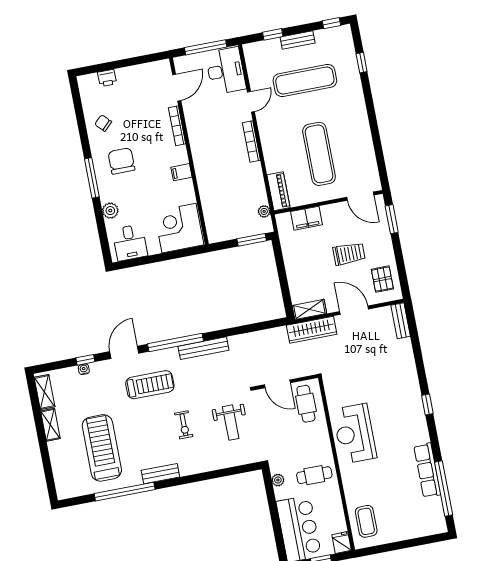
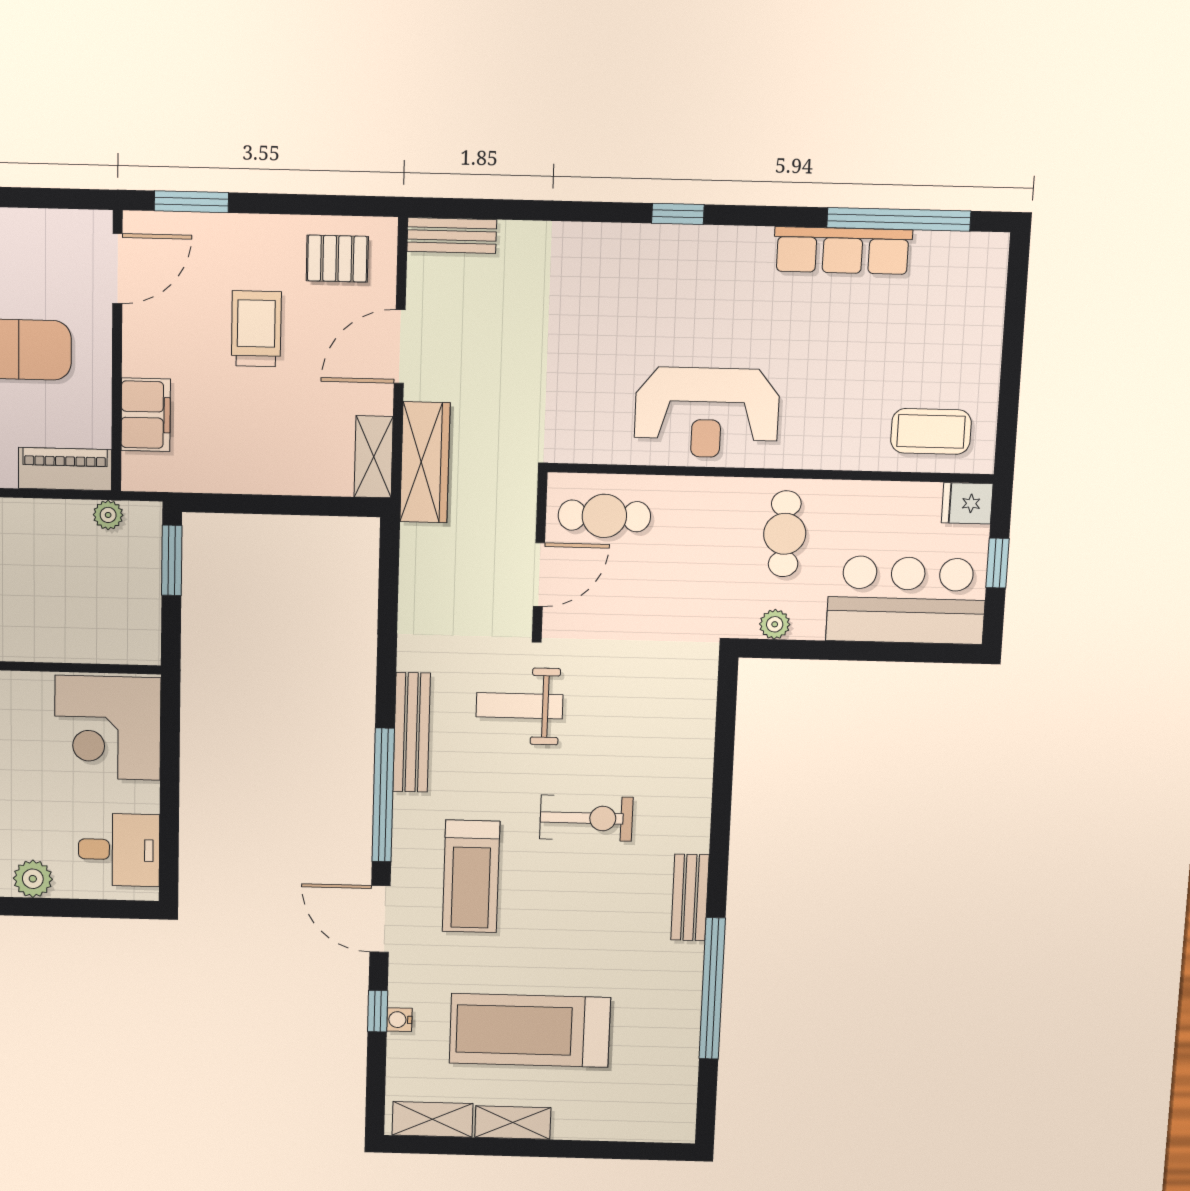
treadmill: (150, 385) -> (471, 876), turned 180
weight bench: (231, 423) -> (520, 706), moved, turned 180
exercise bike: (184, 425) -> (586, 818), width x1.38, depth x1.39
treadmill: (102, 448) -> (530, 1030), moved

